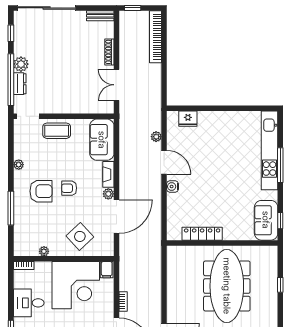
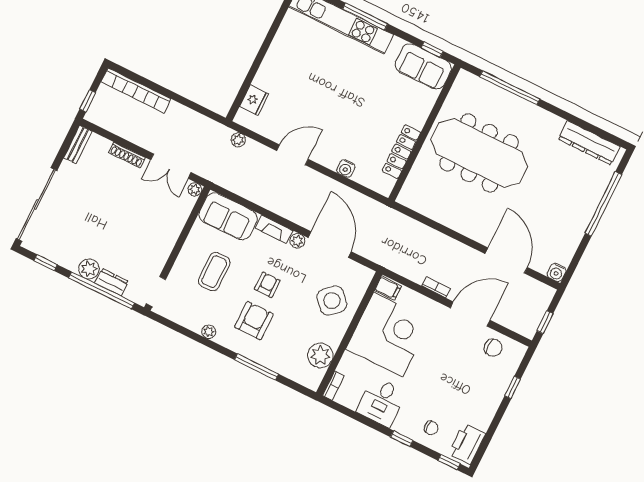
plant: (109, 109) -> (195, 189), added
coffee table: (57, 131) -> (214, 272), moved
plant: (156, 137) -> (238, 140), moved
water cooler: (173, 187) -> (346, 168), moved
armchair: (69, 188) -> (267, 285), turned 180
plant: (44, 251) -> (320, 355), width x1.87, depth x1.87
window: (280, 285) -> (510, 88), width x3.17

